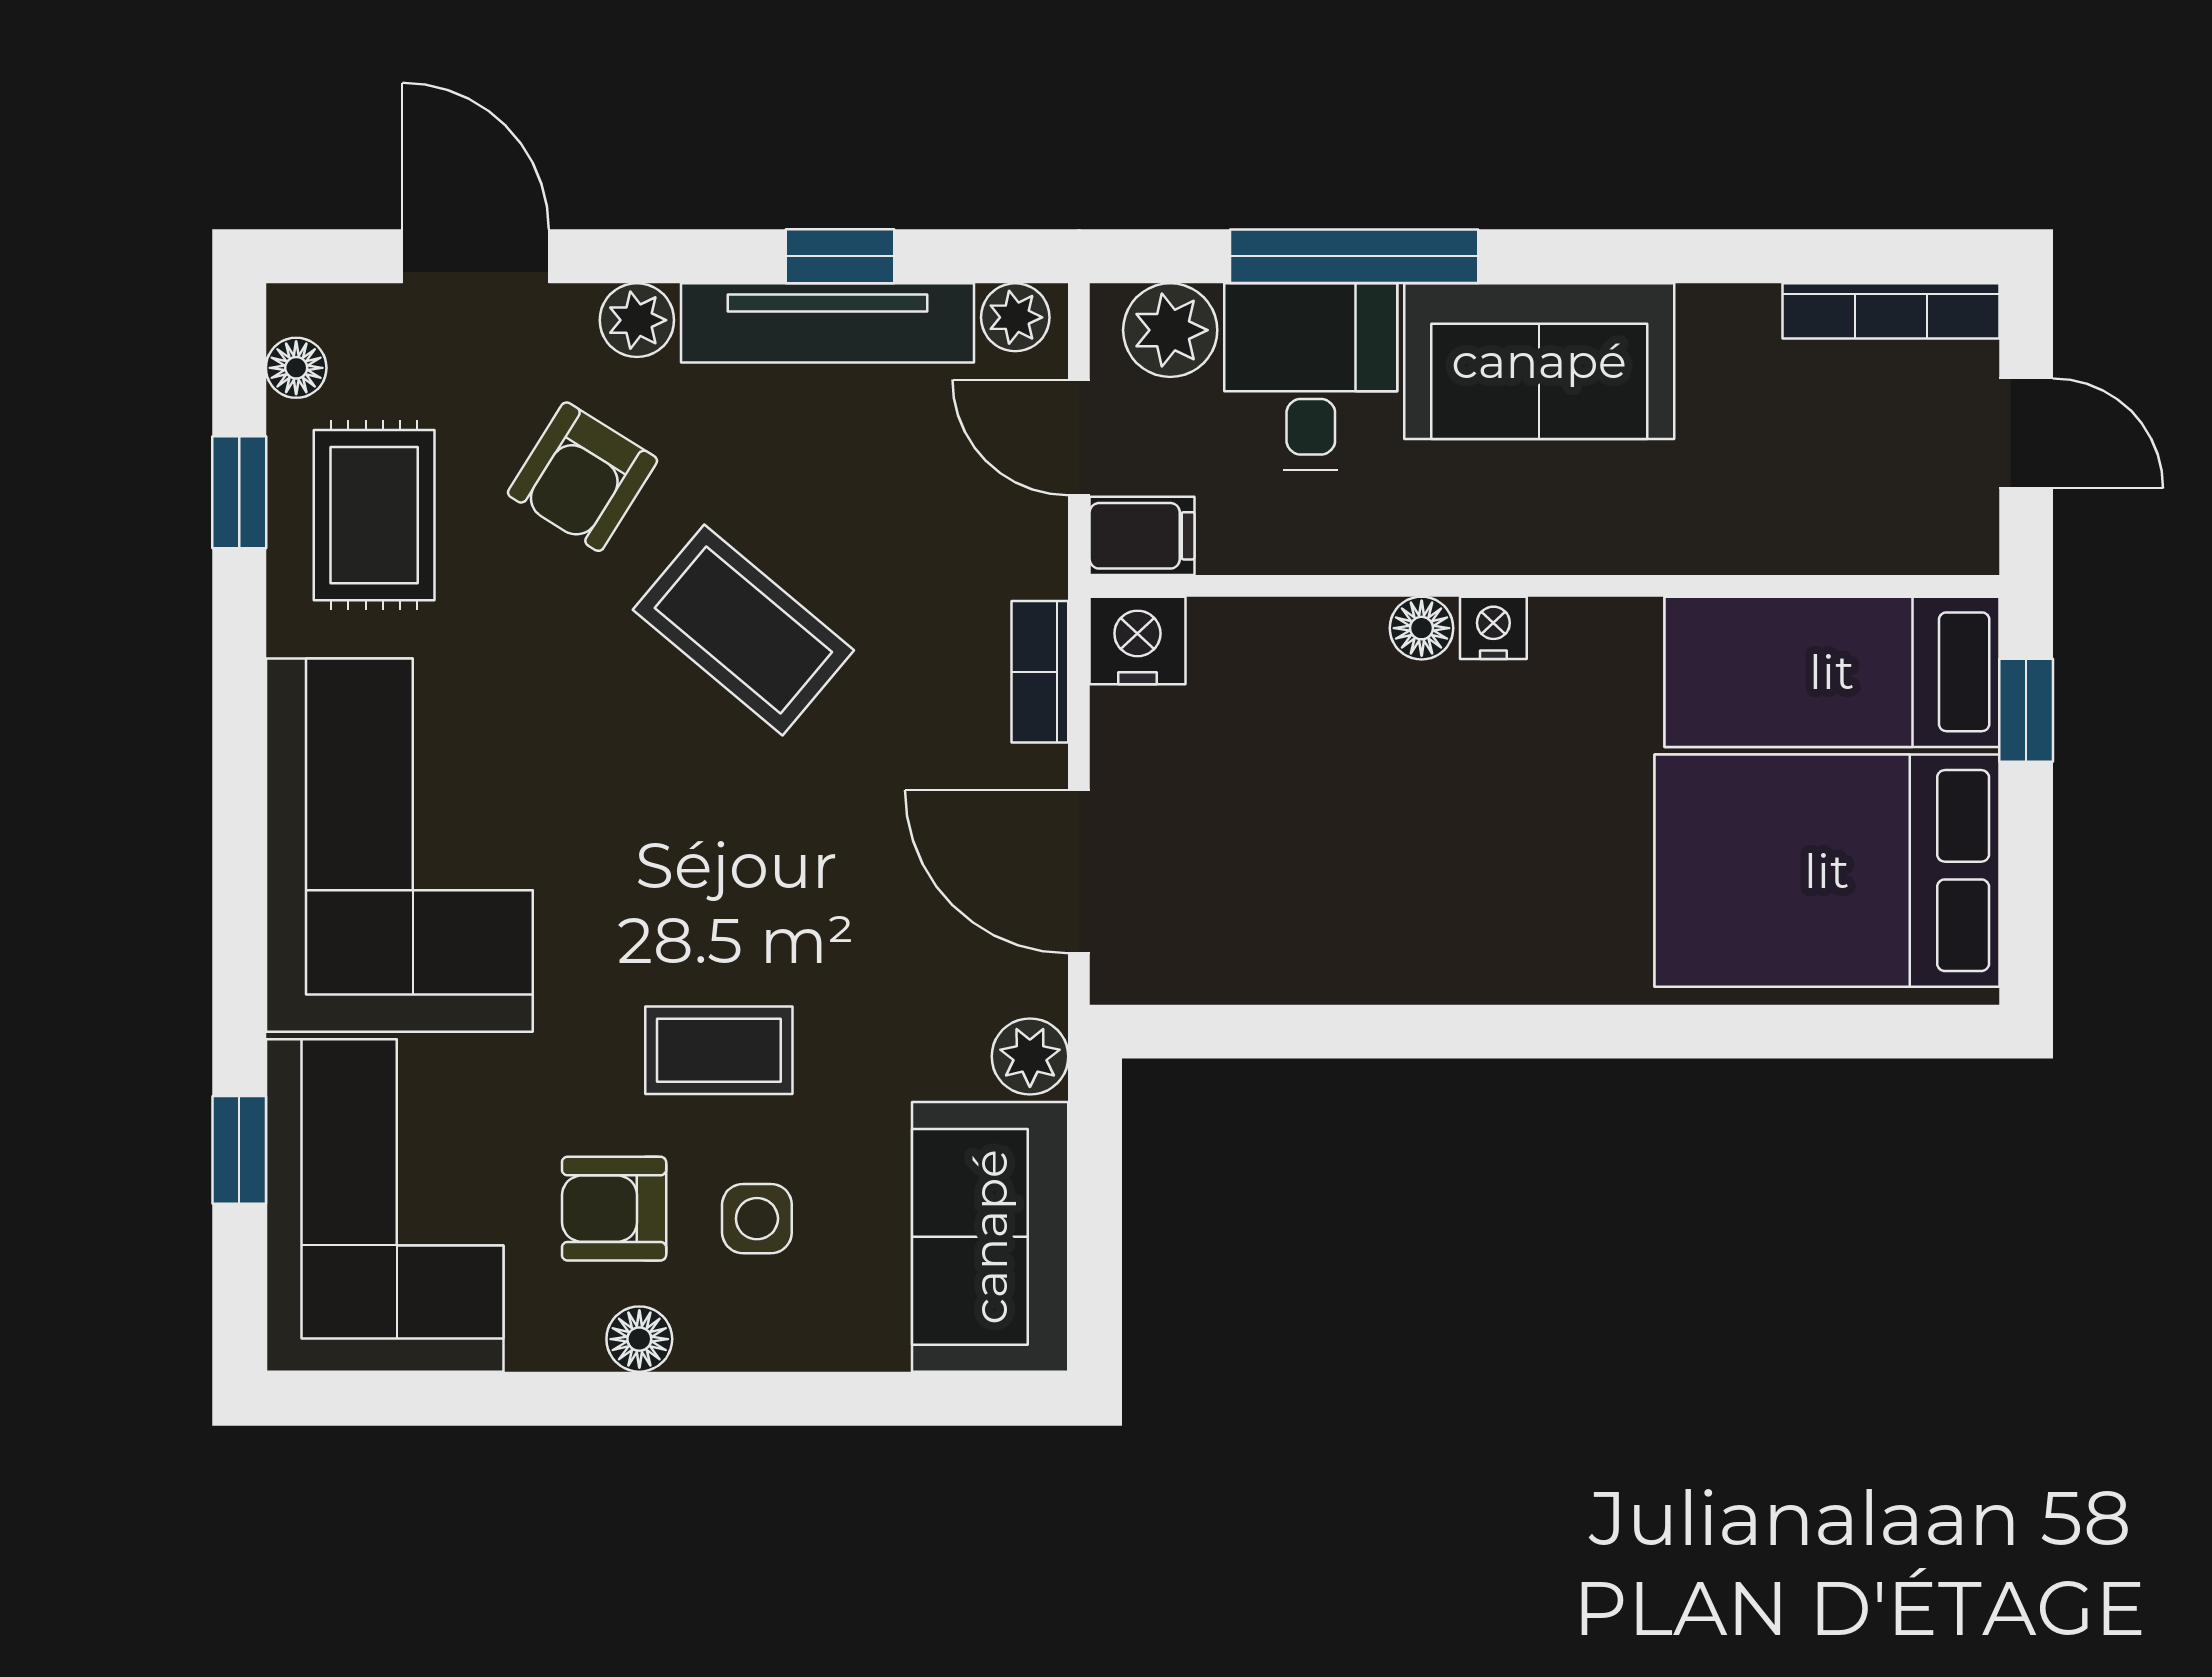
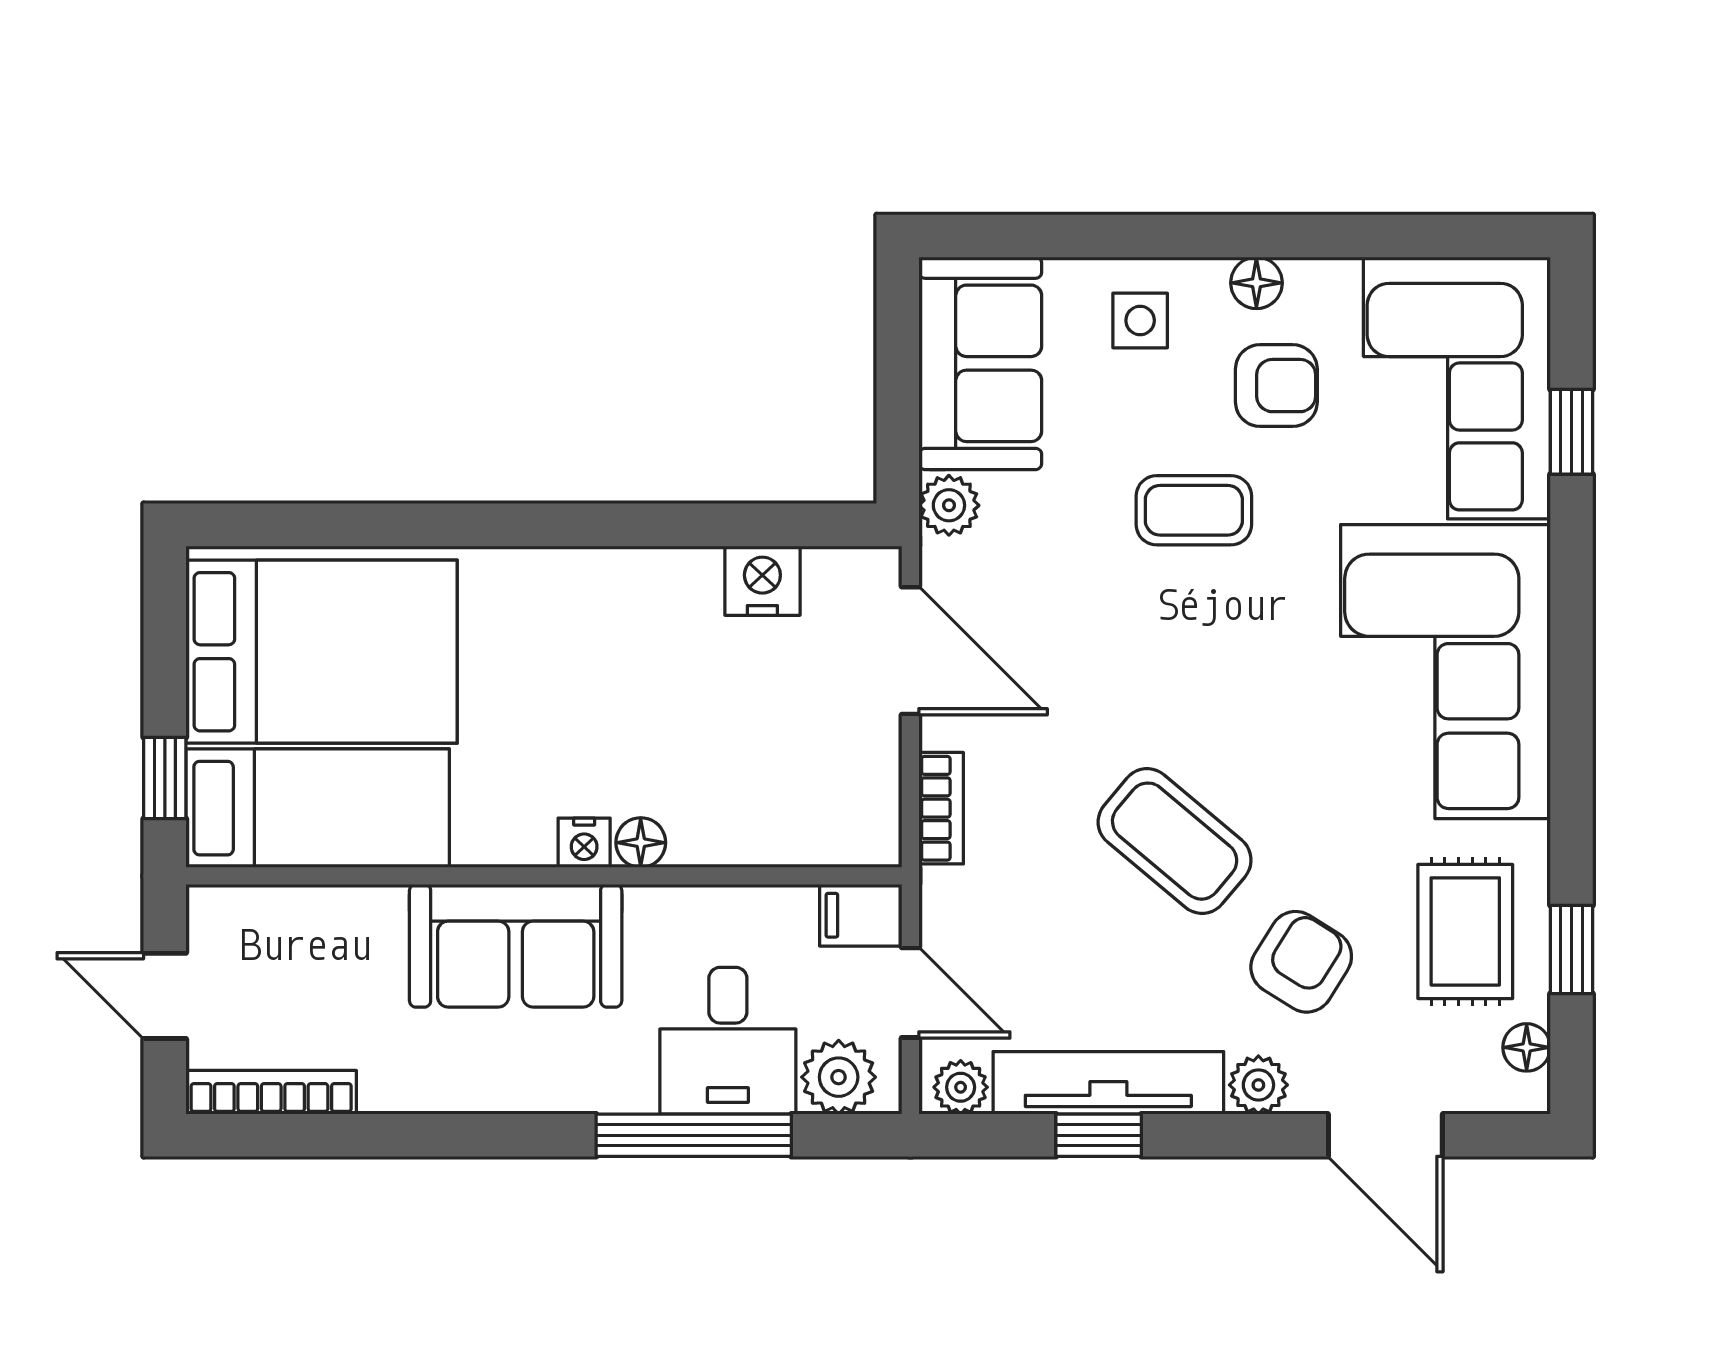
sofa: (1539, 361) -> (516, 946), moved, turned 180
nightstand: (1137, 640) -> (762, 581), moved, turned 180
side table: (757, 1219) -> (1140, 321), moved

